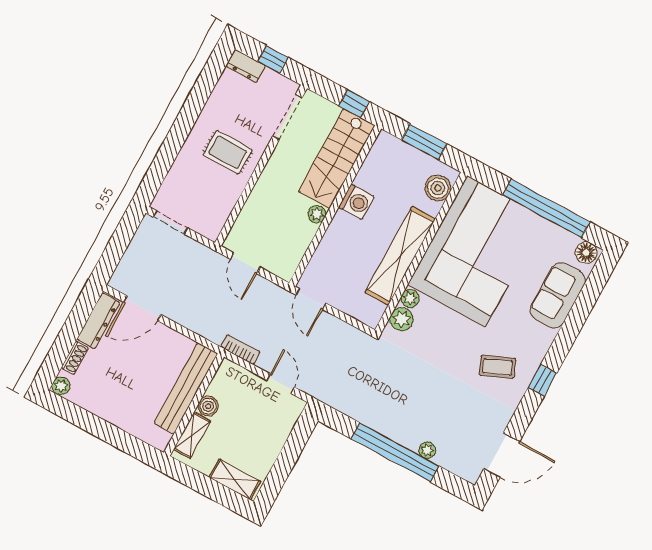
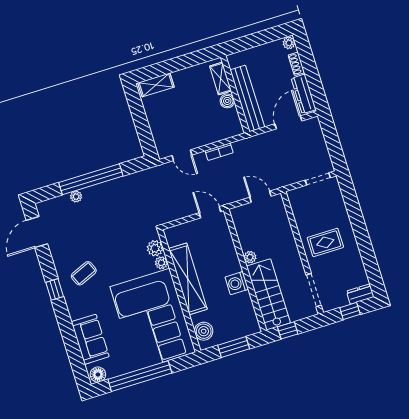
bench: (186, 388) -> (247, 98), moved
wall: (194, 405) -> (235, 94), moved
boiler: (208, 406) -> (227, 101), moved
shelving: (192, 435) -> (221, 79), moved

